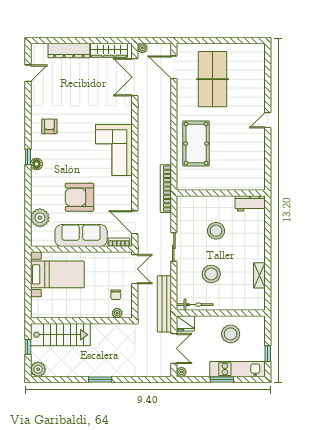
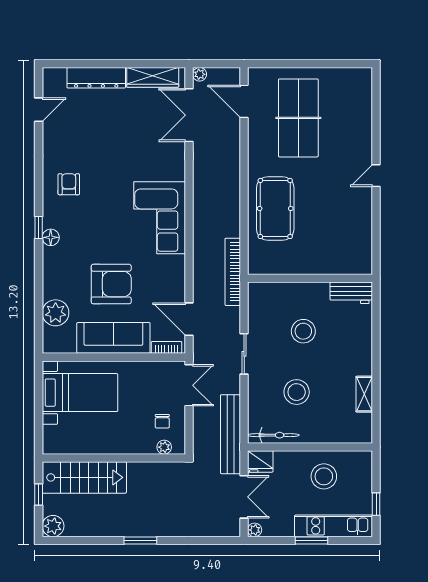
armchair: (79, 197) -> (111, 284), turned 180

